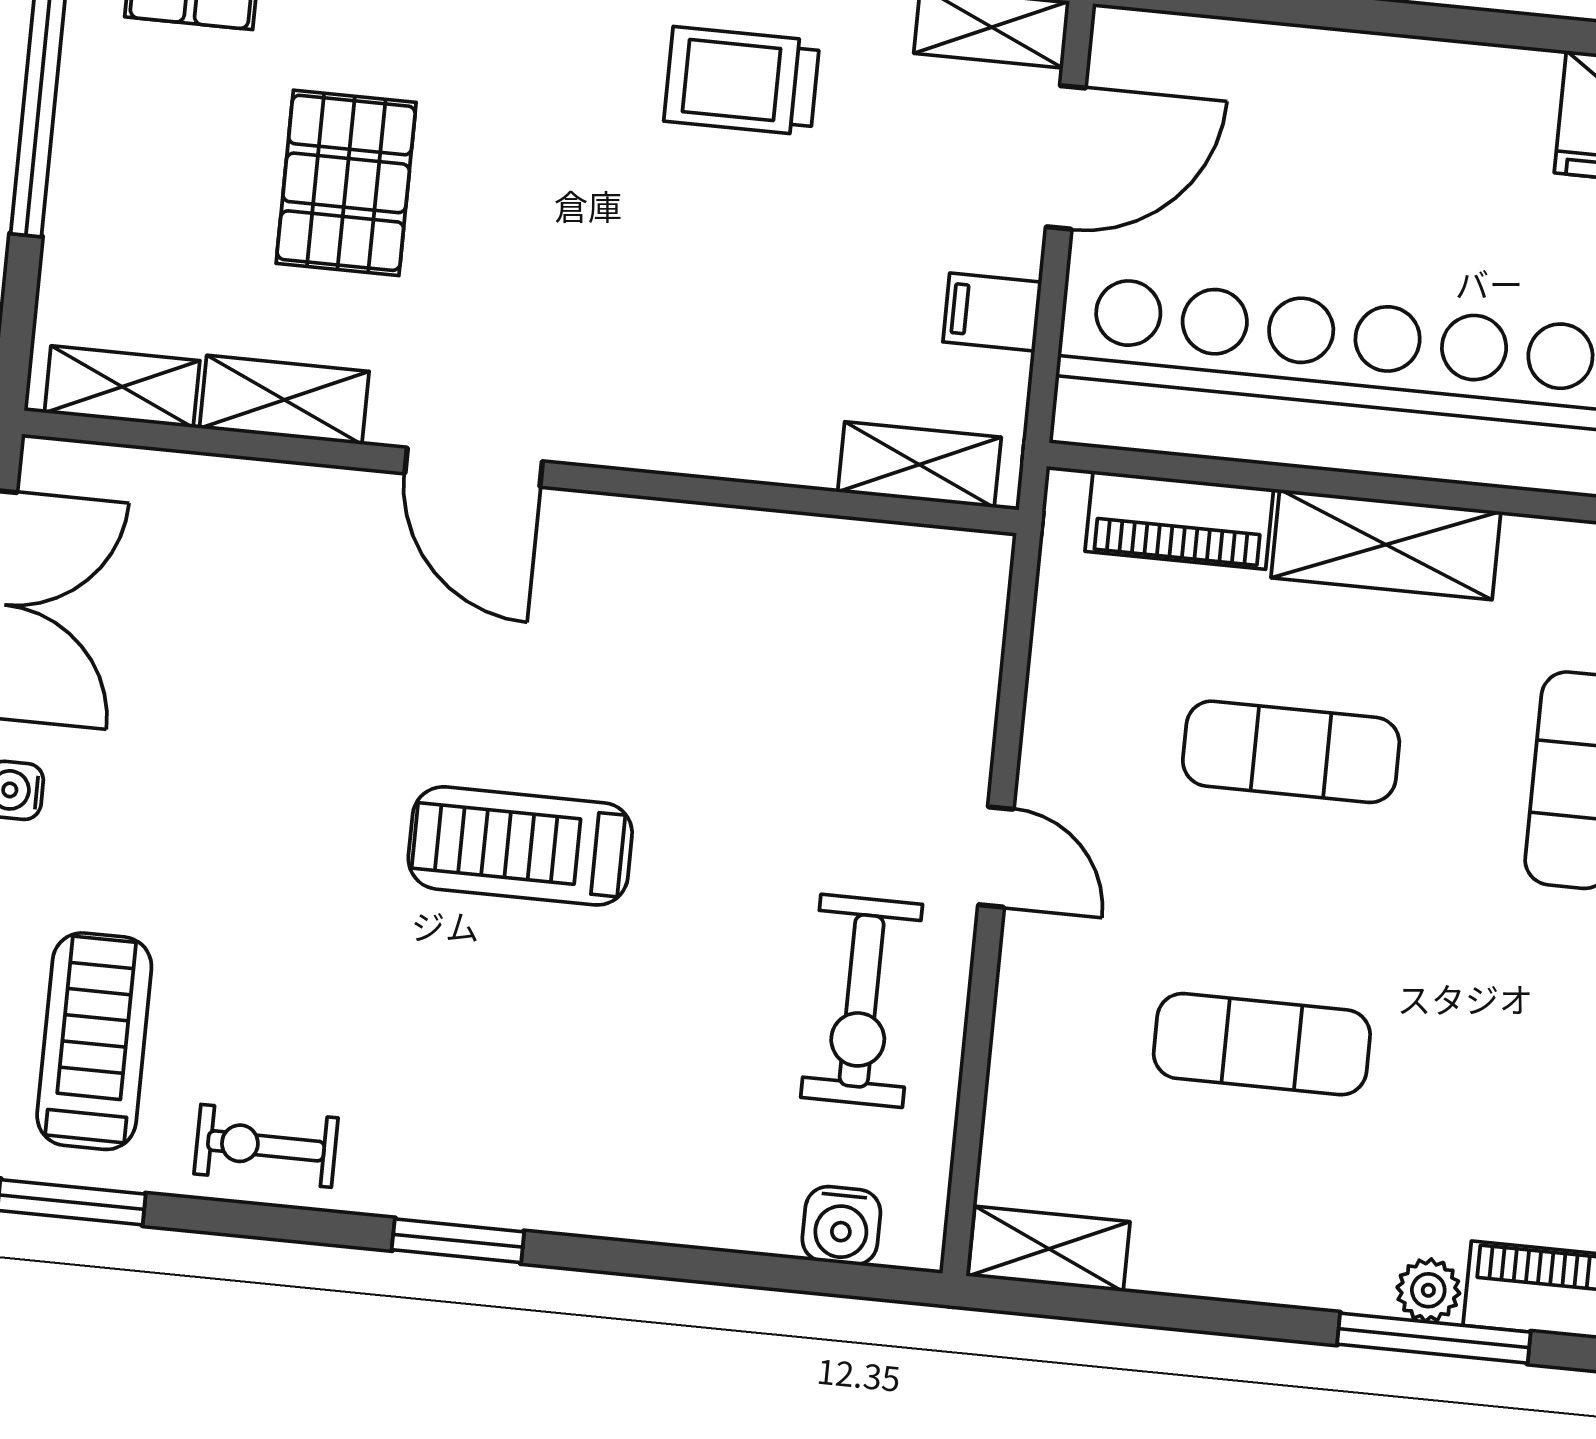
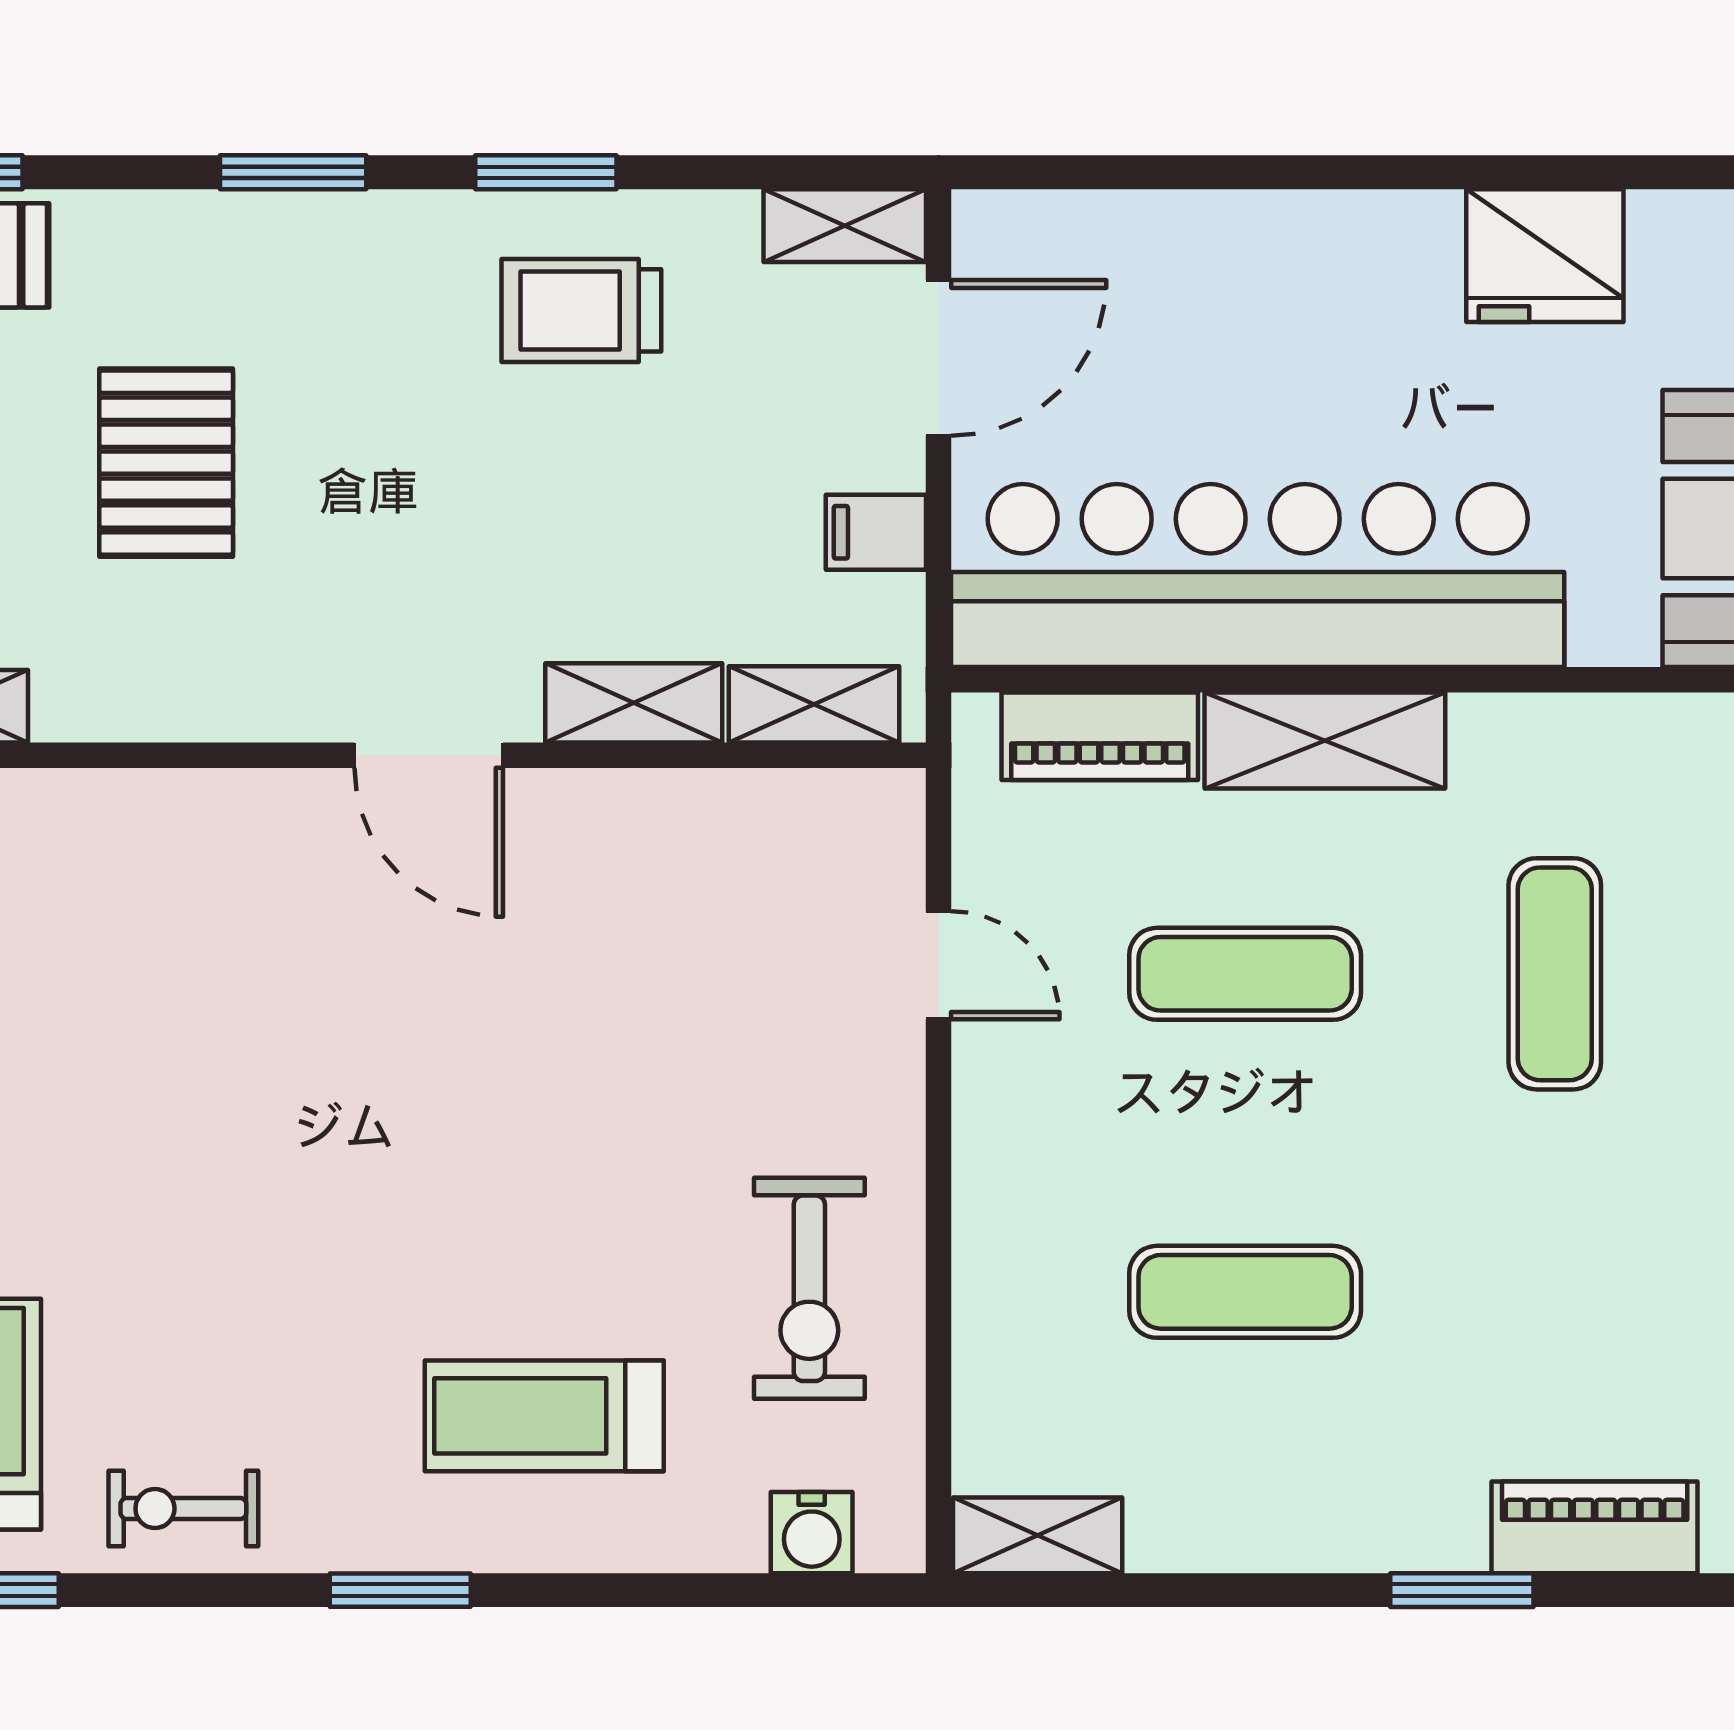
shelving: (284, 400) -> (634, 703), moved
door: (474, 467) -> (429, 755), moved
treadmill: (520, 846) -> (544, 1416), moved
door: (996, 857) -> (939, 965), moved
plant: (1428, 1290) -> (1451, 1539), removed
window: (1434, 1338) -> (1462, 1590), width x0.69

